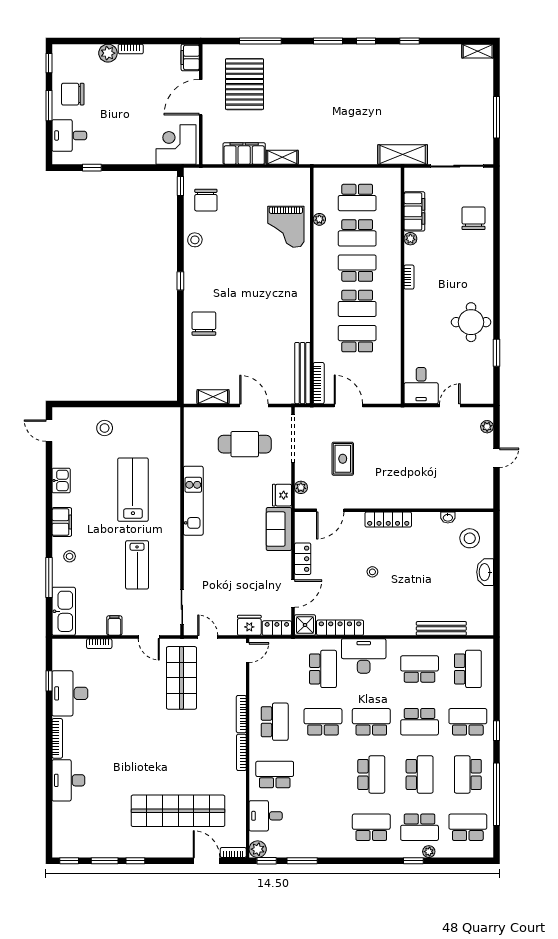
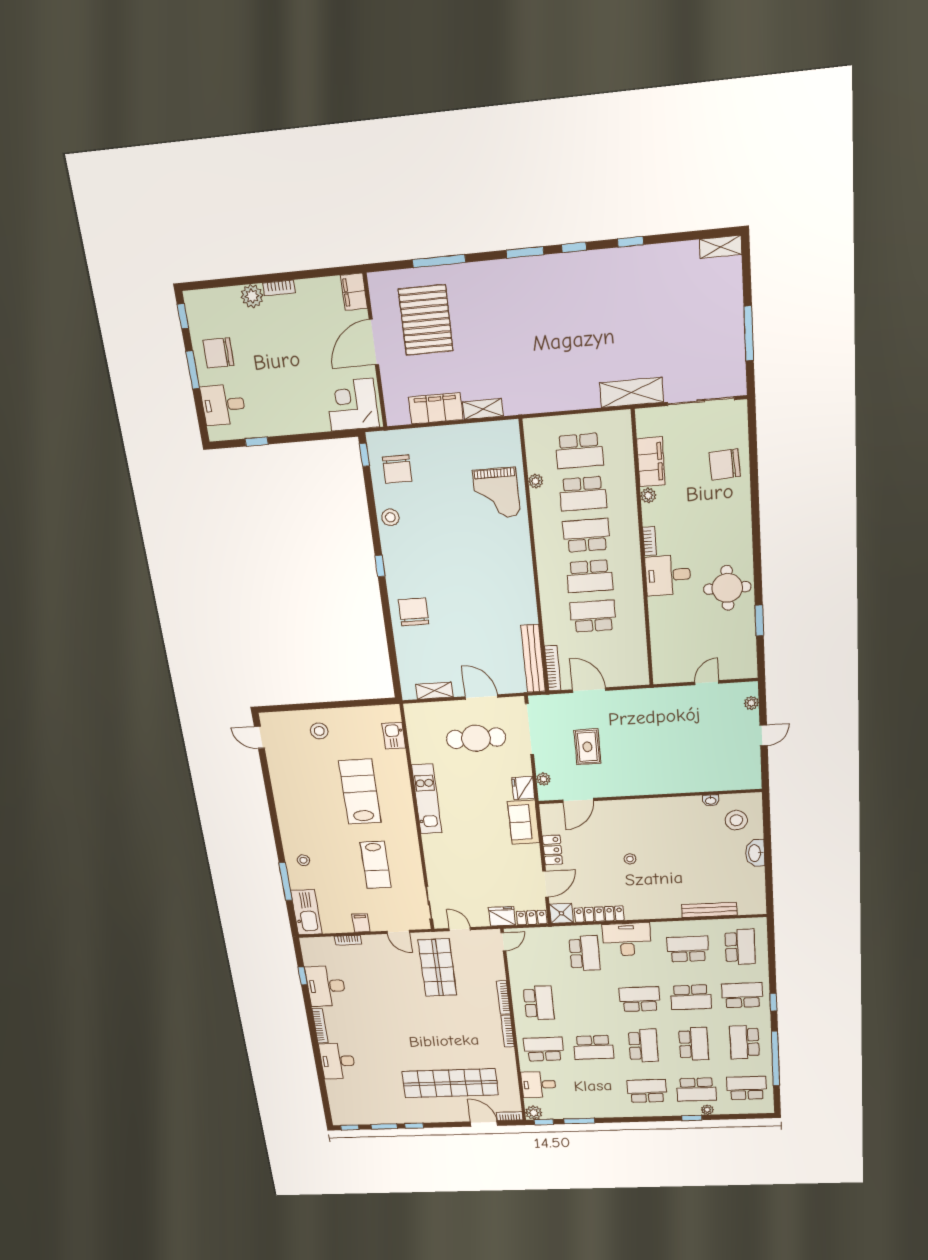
chair: (474, 218) -> (725, 464), turned -93
desk: (421, 386) -> (668, 575), moved, turned 90
kitchen sink: (61, 480) -> (394, 736), moved, turned 180
locker: (388, 520) -> (644, 806), removed
filing cabinet: (62, 522) -> (289, 828), removed
school desk: (323, 722) -> (593, 1047), moved, turned 180

